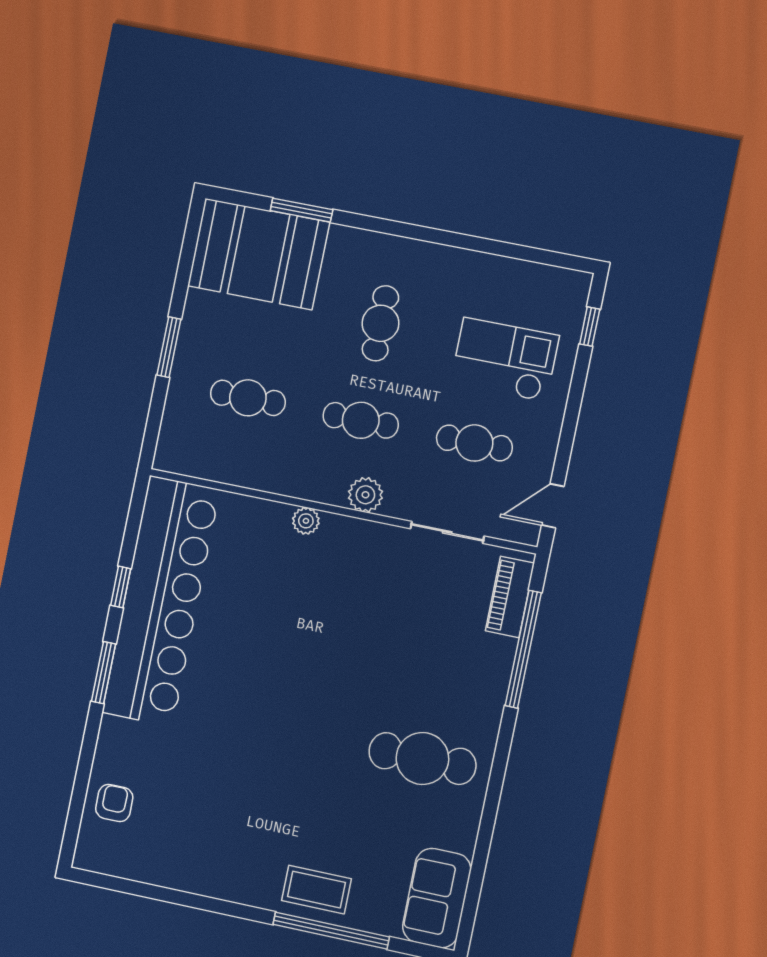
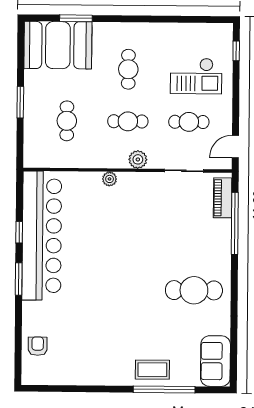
checkout: (505, 360) -> (196, 76), turned 180
cafe table: (248, 398) -> (67, 121), turned 90

